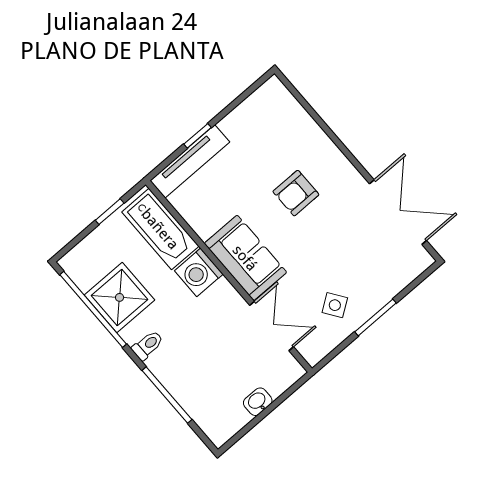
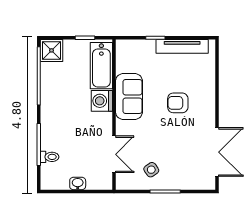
tv unit: (190, 161) -> (182, 46), moved
sofa: (245, 258) -> (129, 96), moved
shower: (120, 297) -> (51, 50), moved, width x0.73, depth x0.73
toilet: (148, 345) -> (50, 157), moved

